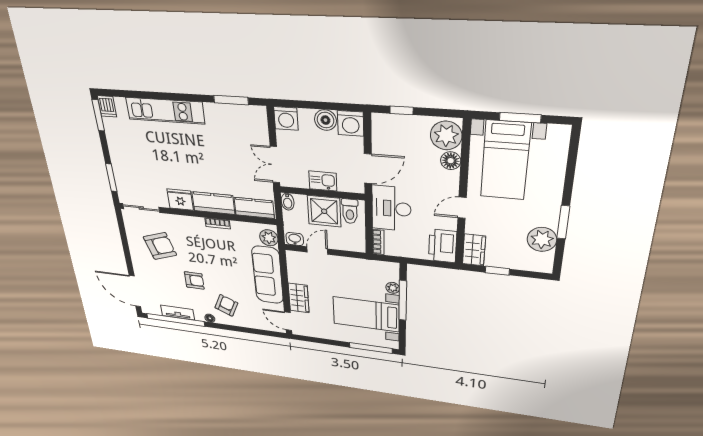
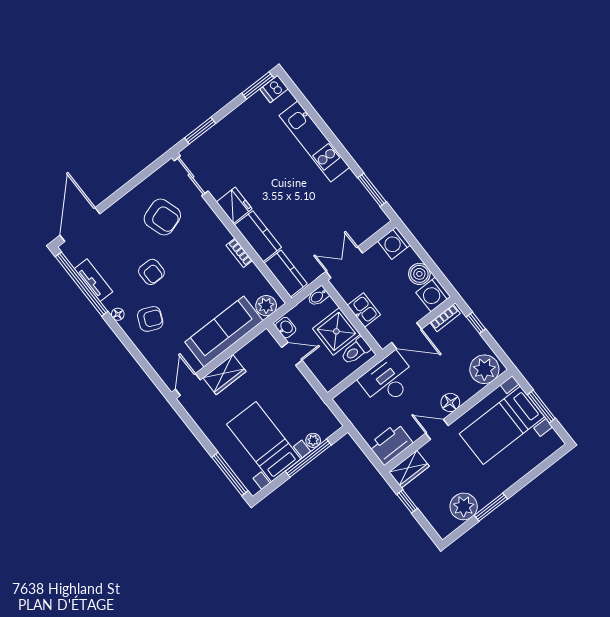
floor lamp: (451, 161) -> (450, 402), moved
bookcase: (378, 242) -> (445, 318), moved

